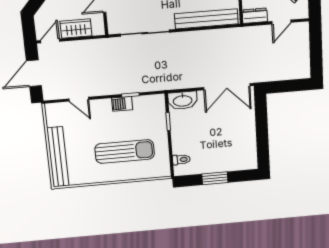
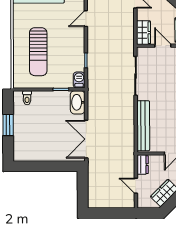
wardrobe: (76, 29) -> (144, 33), moved
barbecue: (122, 104) -> (79, 80), moved

